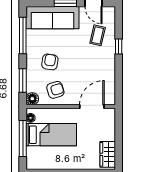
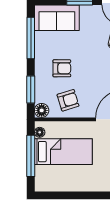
sofa: (53, 18) -> (57, 18), width x0.73
armchair: (50, 62) -> (62, 68), turned 82

